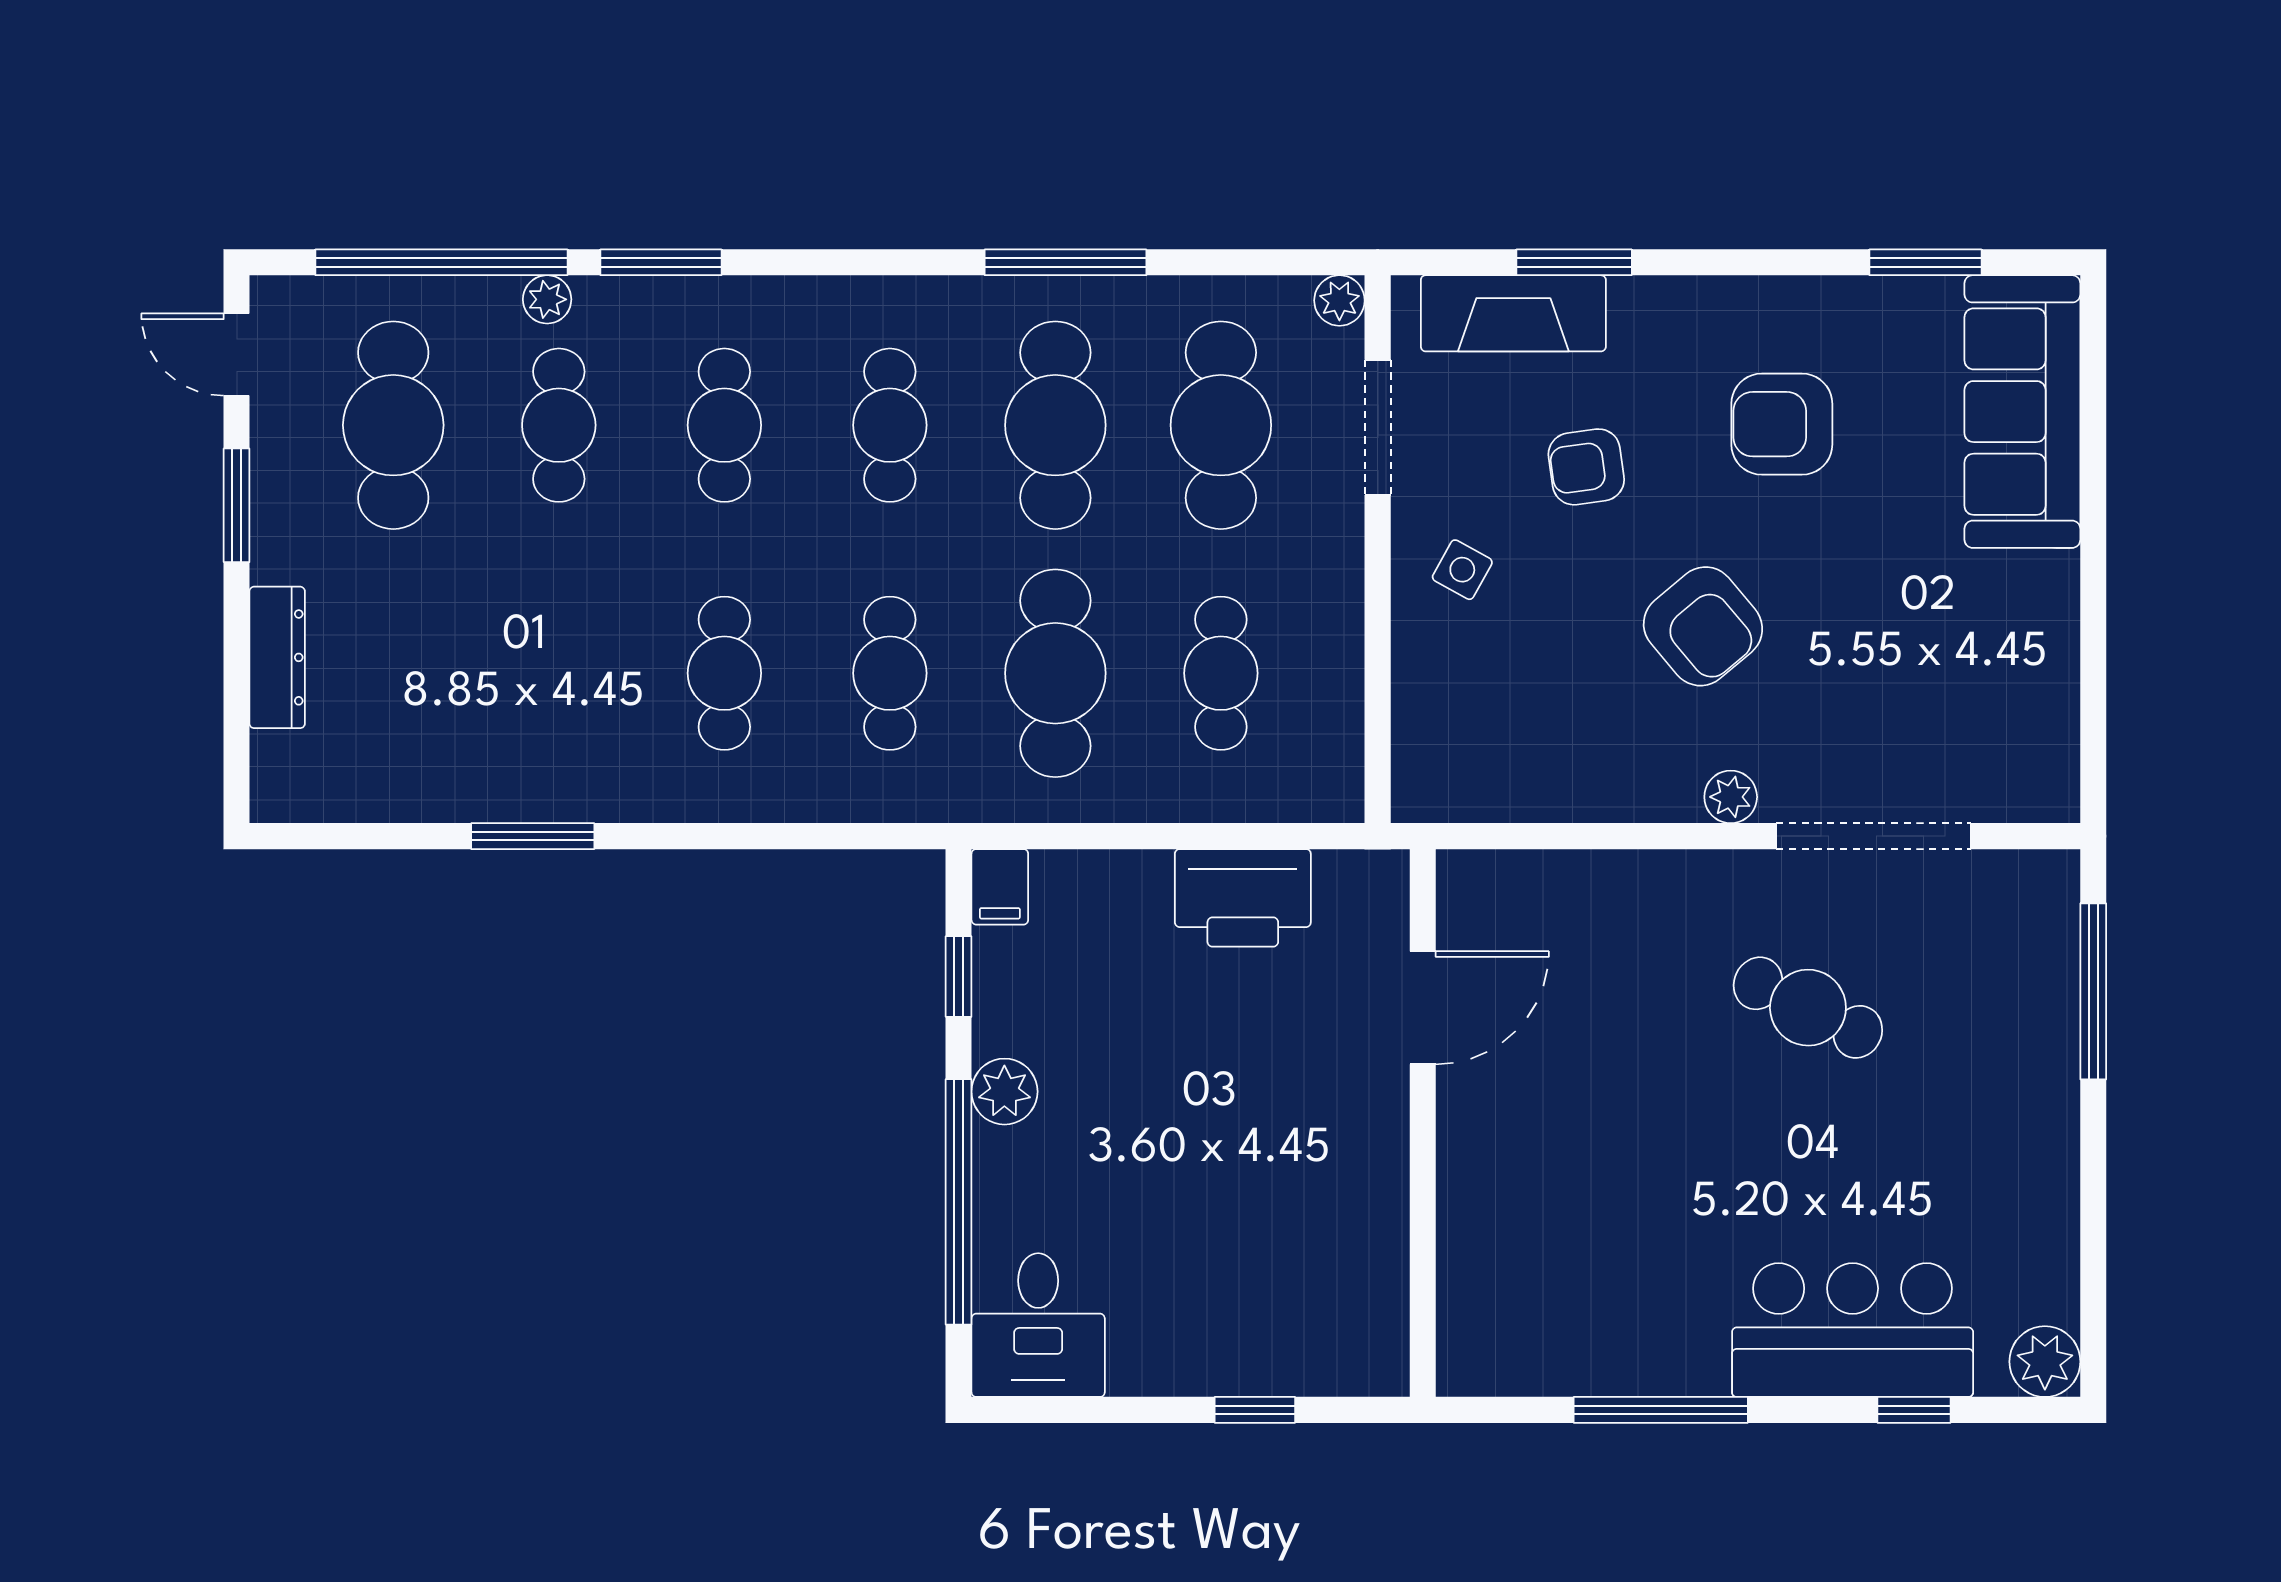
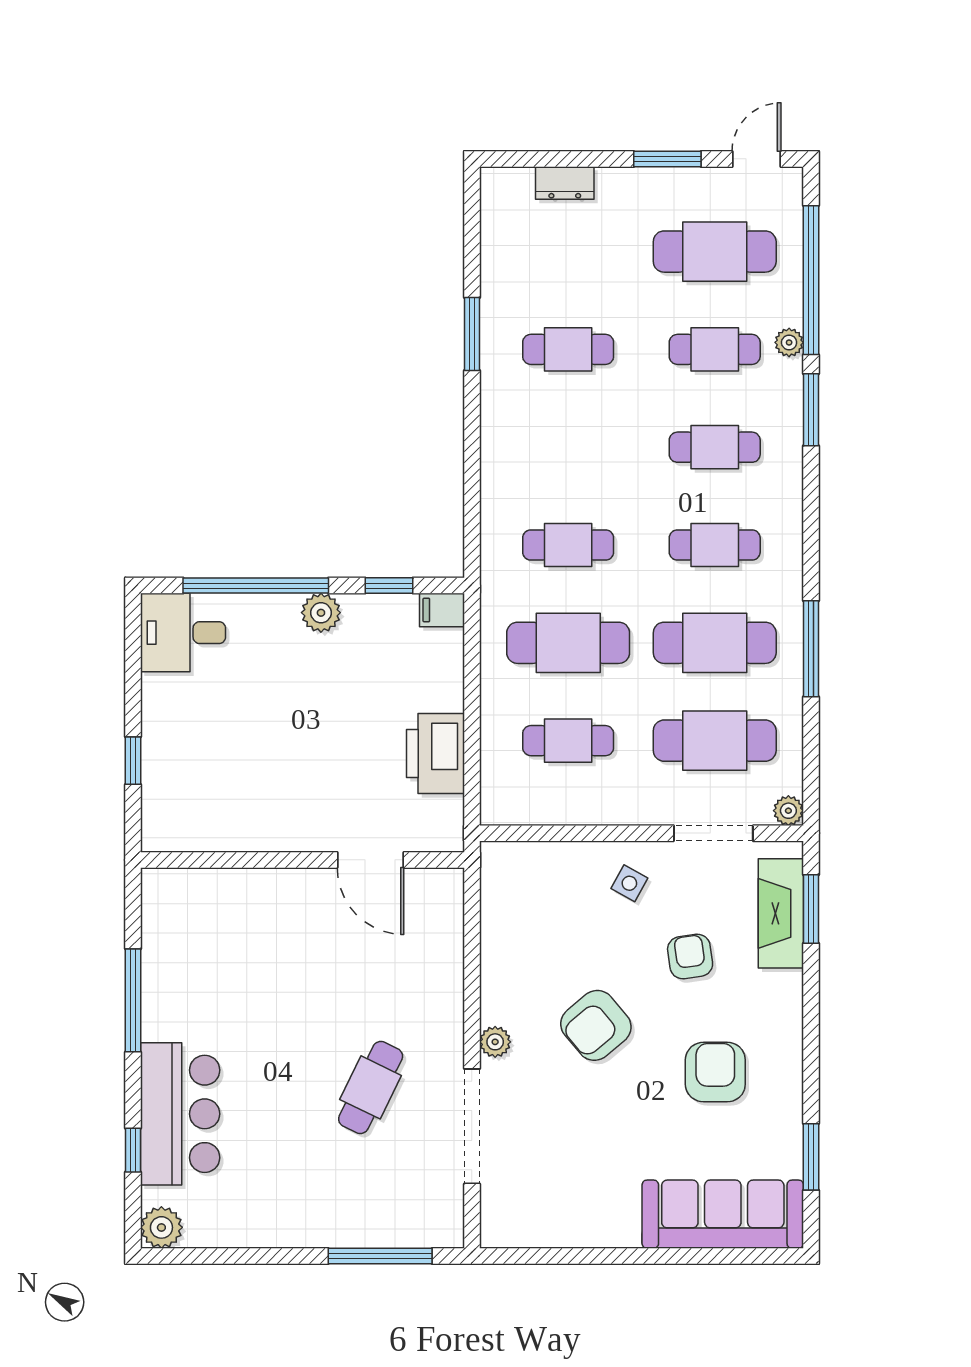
window: (1574, 262) -> (811, 909), moved
dresser: (277, 657) -> (565, 183), width x0.70
cafe table: (724, 673) -> (568, 349), moved

